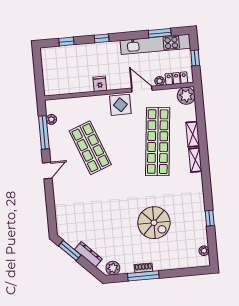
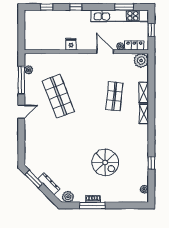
display table: (120, 105) -> (86, 63), removed
shop shelf: (158, 142) -> (114, 96), width x0.50, depth x0.74

